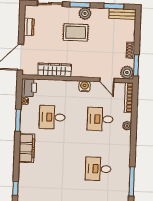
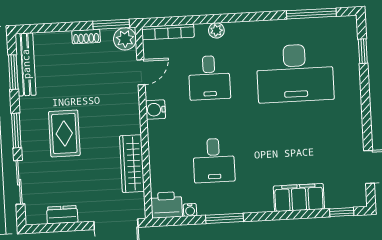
plant: (85, 13) -> (30, 120), removed
bench: (122, 14) -> (26, 64), width x1.36
filing cabinet: (27, 148) -> (299, 198), moved
desk: (98, 169) -> (295, 73), width x1.87, depth x1.30

